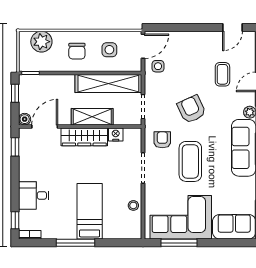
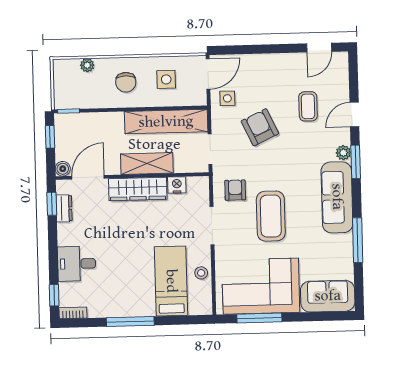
plant: (41, 42) -> (87, 65), width x0.53, depth x0.53
armchair: (192, 109) -> (260, 127), moved
dresser: (25, 151) -> (64, 208), added
bed: (90, 211) -> (171, 281), moved

